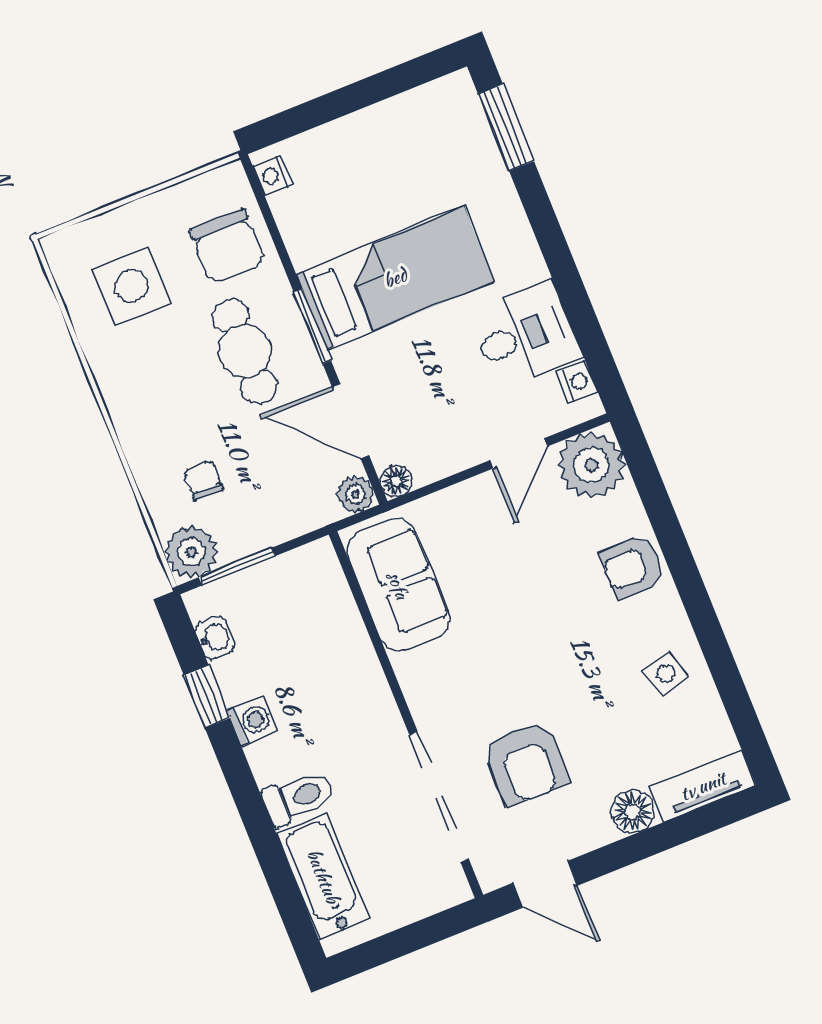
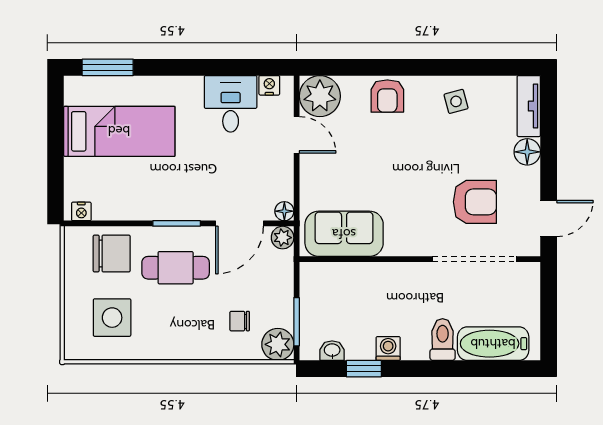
bed: (395, 278) -> (119, 131), moved, turned 90

